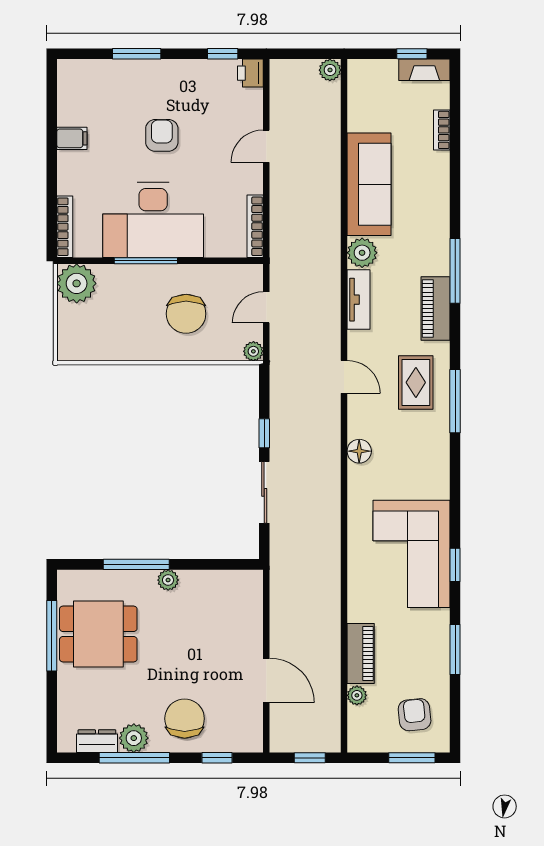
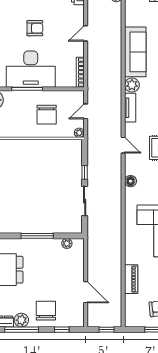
armchair: (162, 135) -> (35, 28), turned 90
window: (136, 564) -> (37, 236), moved
plant: (168, 580) -> (67, 244), moved
plant: (357, 695) -> (129, 299), removed

